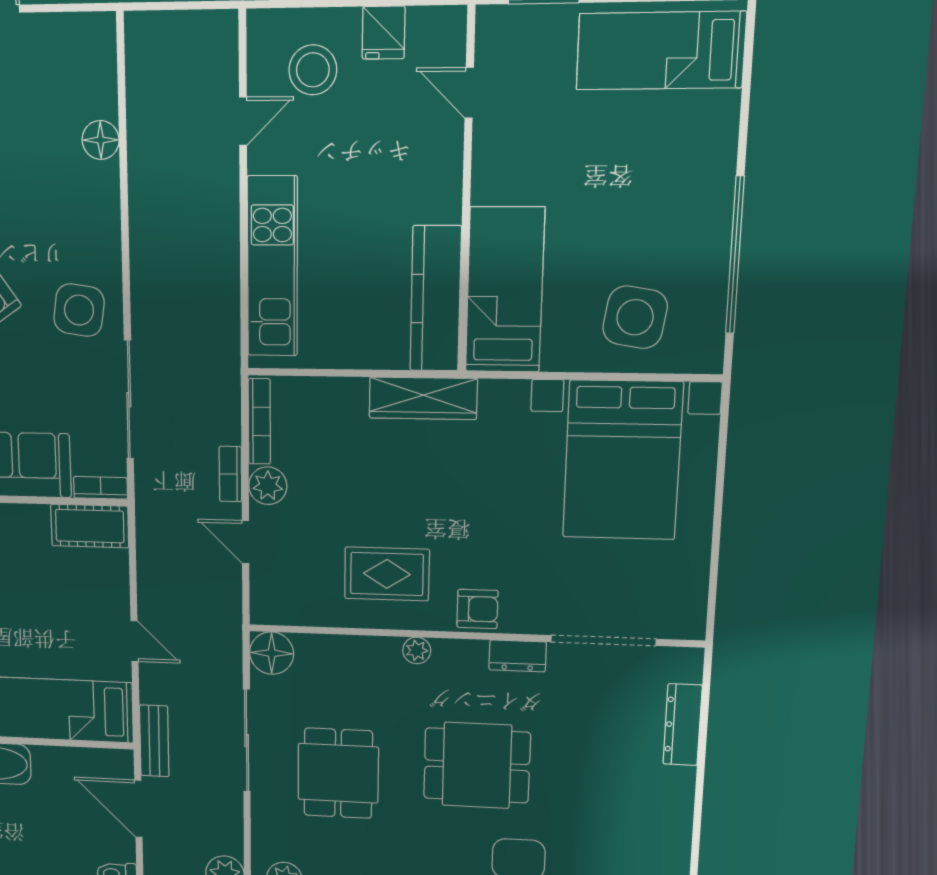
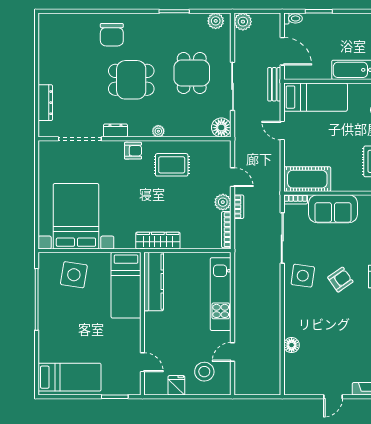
cot: (90, 526) -> (307, 179), width x1.37, depth x1.34
armchair: (477, 609) -> (133, 151), turned 180

